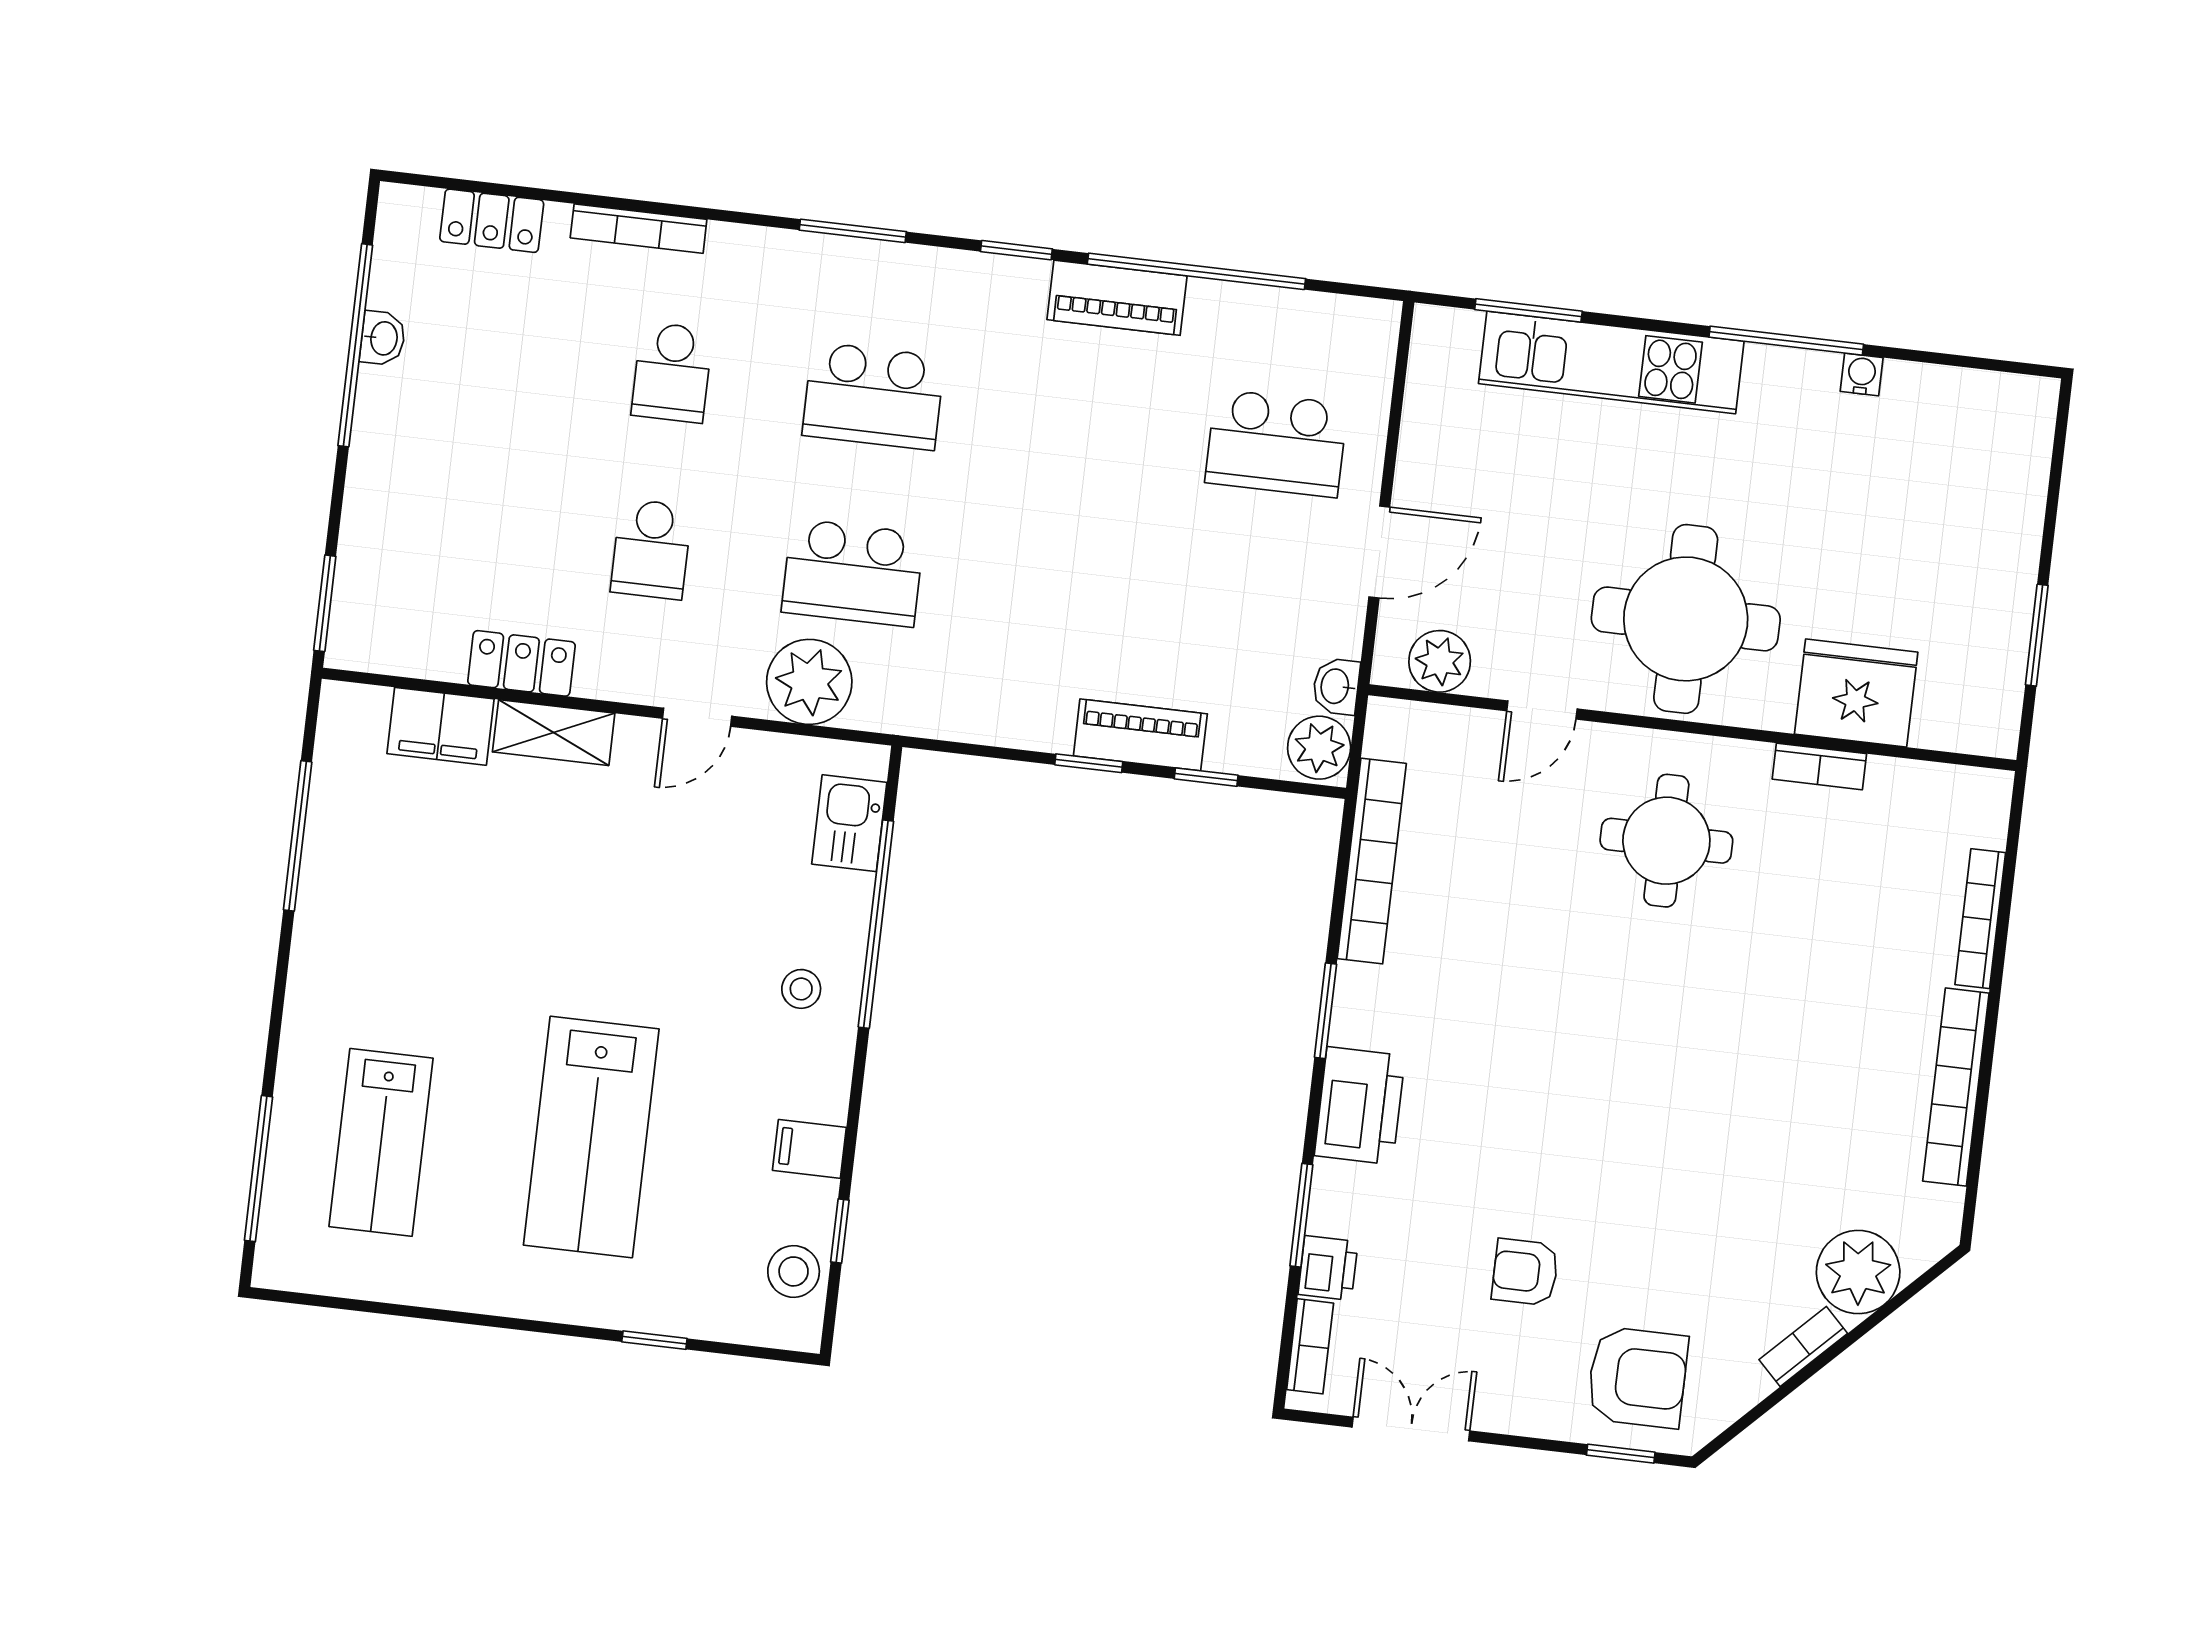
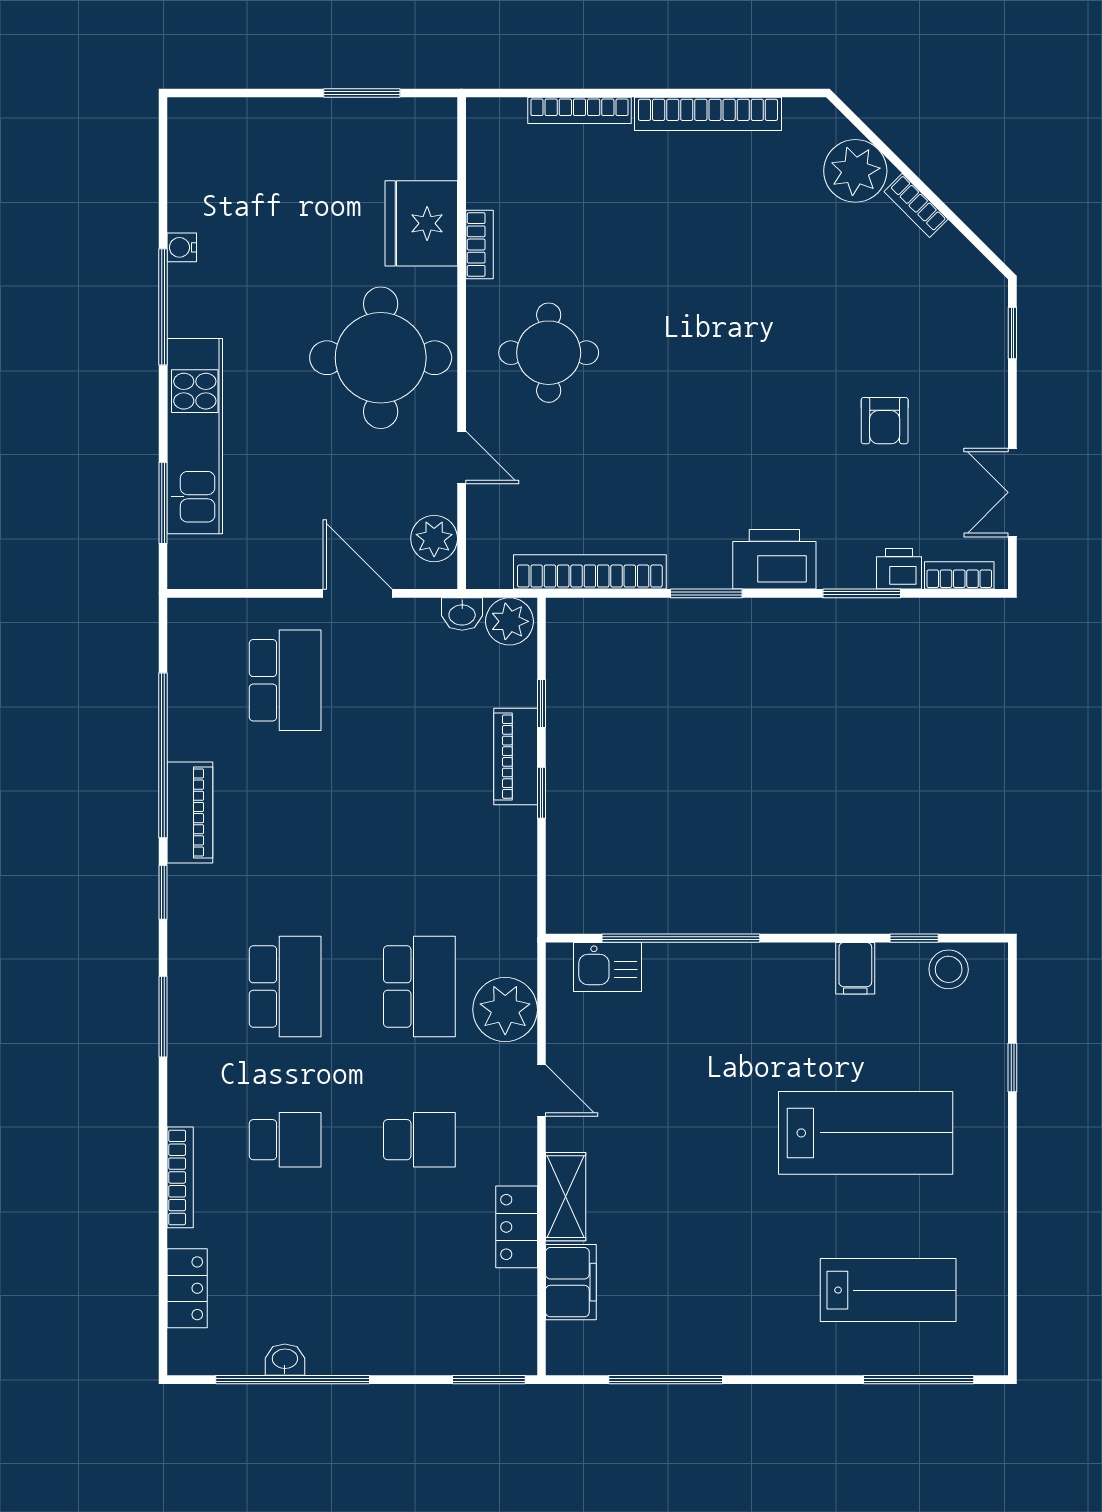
stool: (801, 989) -> (736, 989), removed
armchair: (1637, 1377) -> (954, 327), removed

